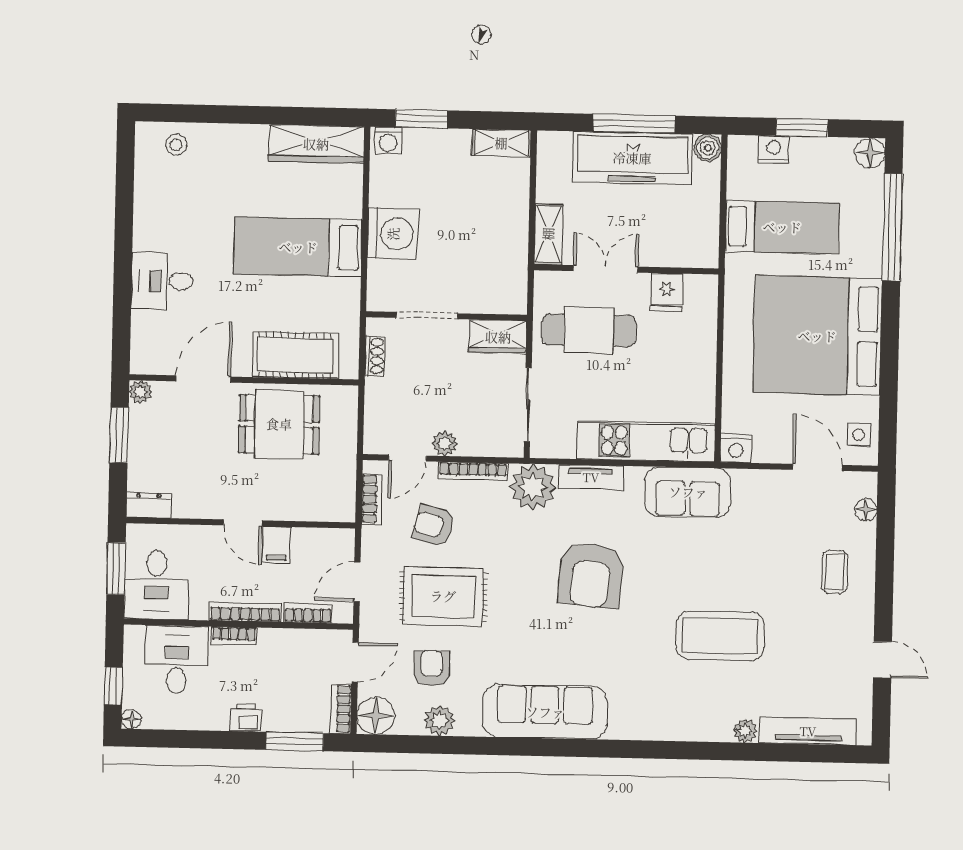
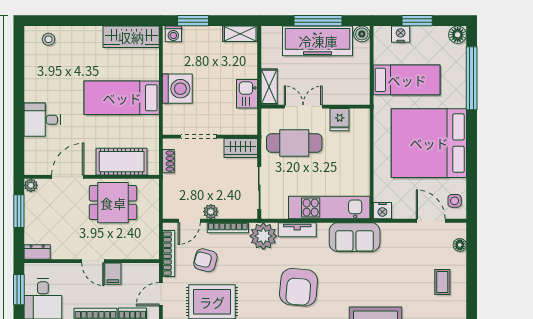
kitchen sink: (511, 245) -> (247, 94), added
bookcase: (372, 499) -> (169, 254), width x1.56

